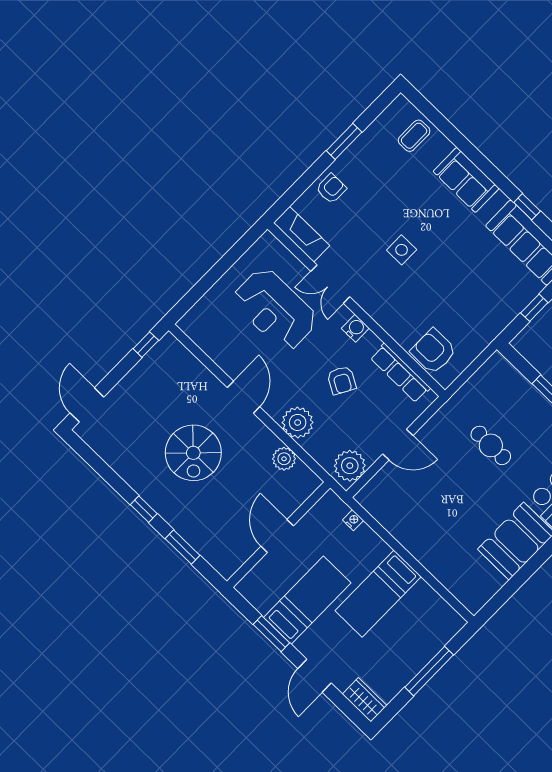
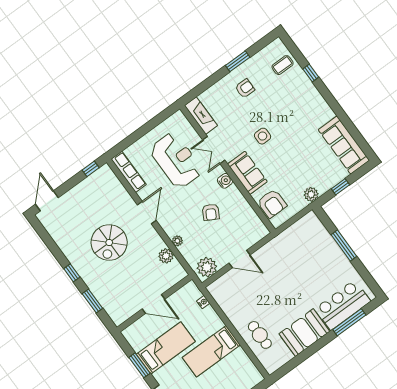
sofa: (466, 180) -> (247, 173), moved, turned 180
armchair: (331, 189) -> (245, 88), moved
window: (527, 207) -> (311, 73), moved
reception desk: (275, 309) -> (176, 160), turned 180
plant: (491, 327) -> (311, 194), added
armchair: (433, 351) -> (272, 204), turned 180
row of seats: (400, 373) -> (129, 172), moved, turned 180
plant: (298, 422) -> (177, 241), width x0.53, depth x0.53
cafe table: (491, 445) -> (260, 335), moved
door: (277, 536) -> (153, 304), swing flipped

